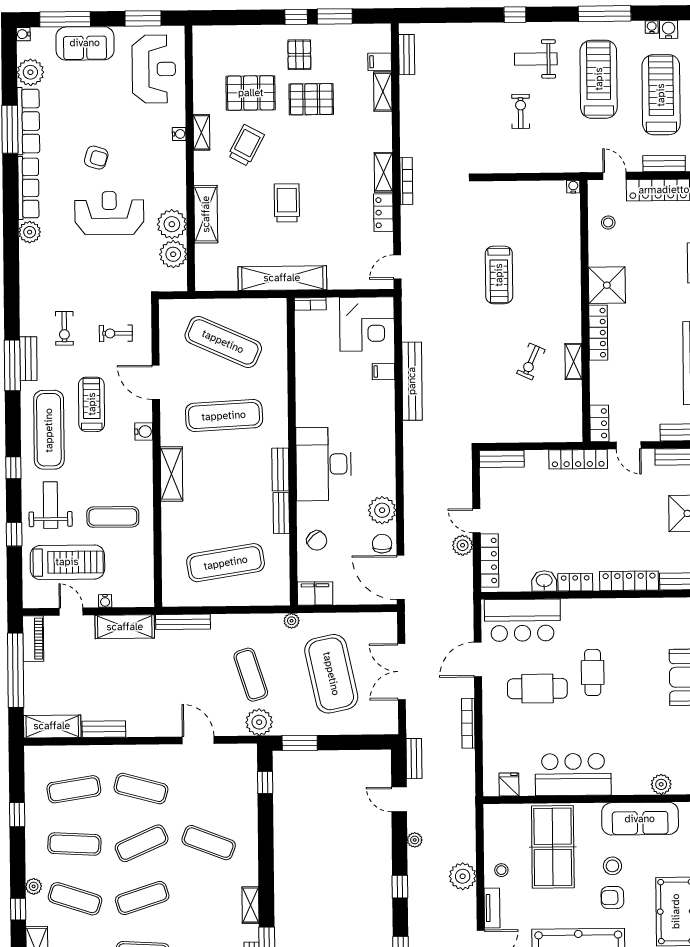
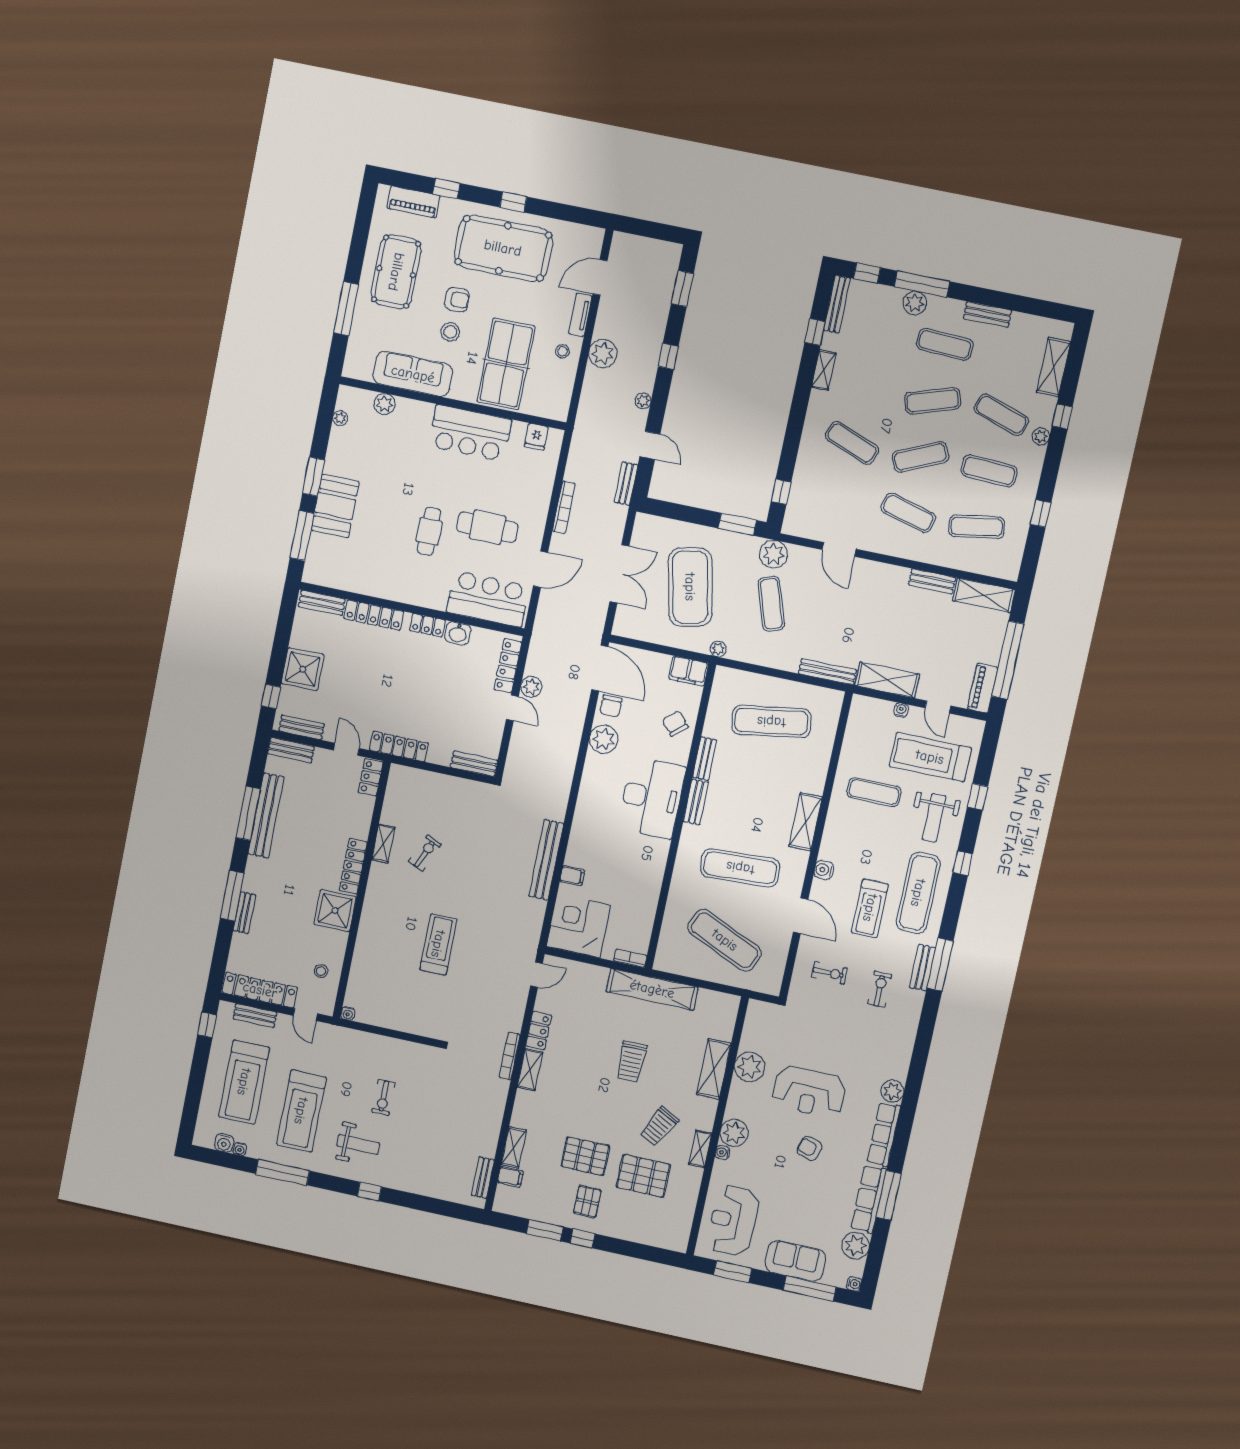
plant: (173, 254) -> (734, 1133), moved

